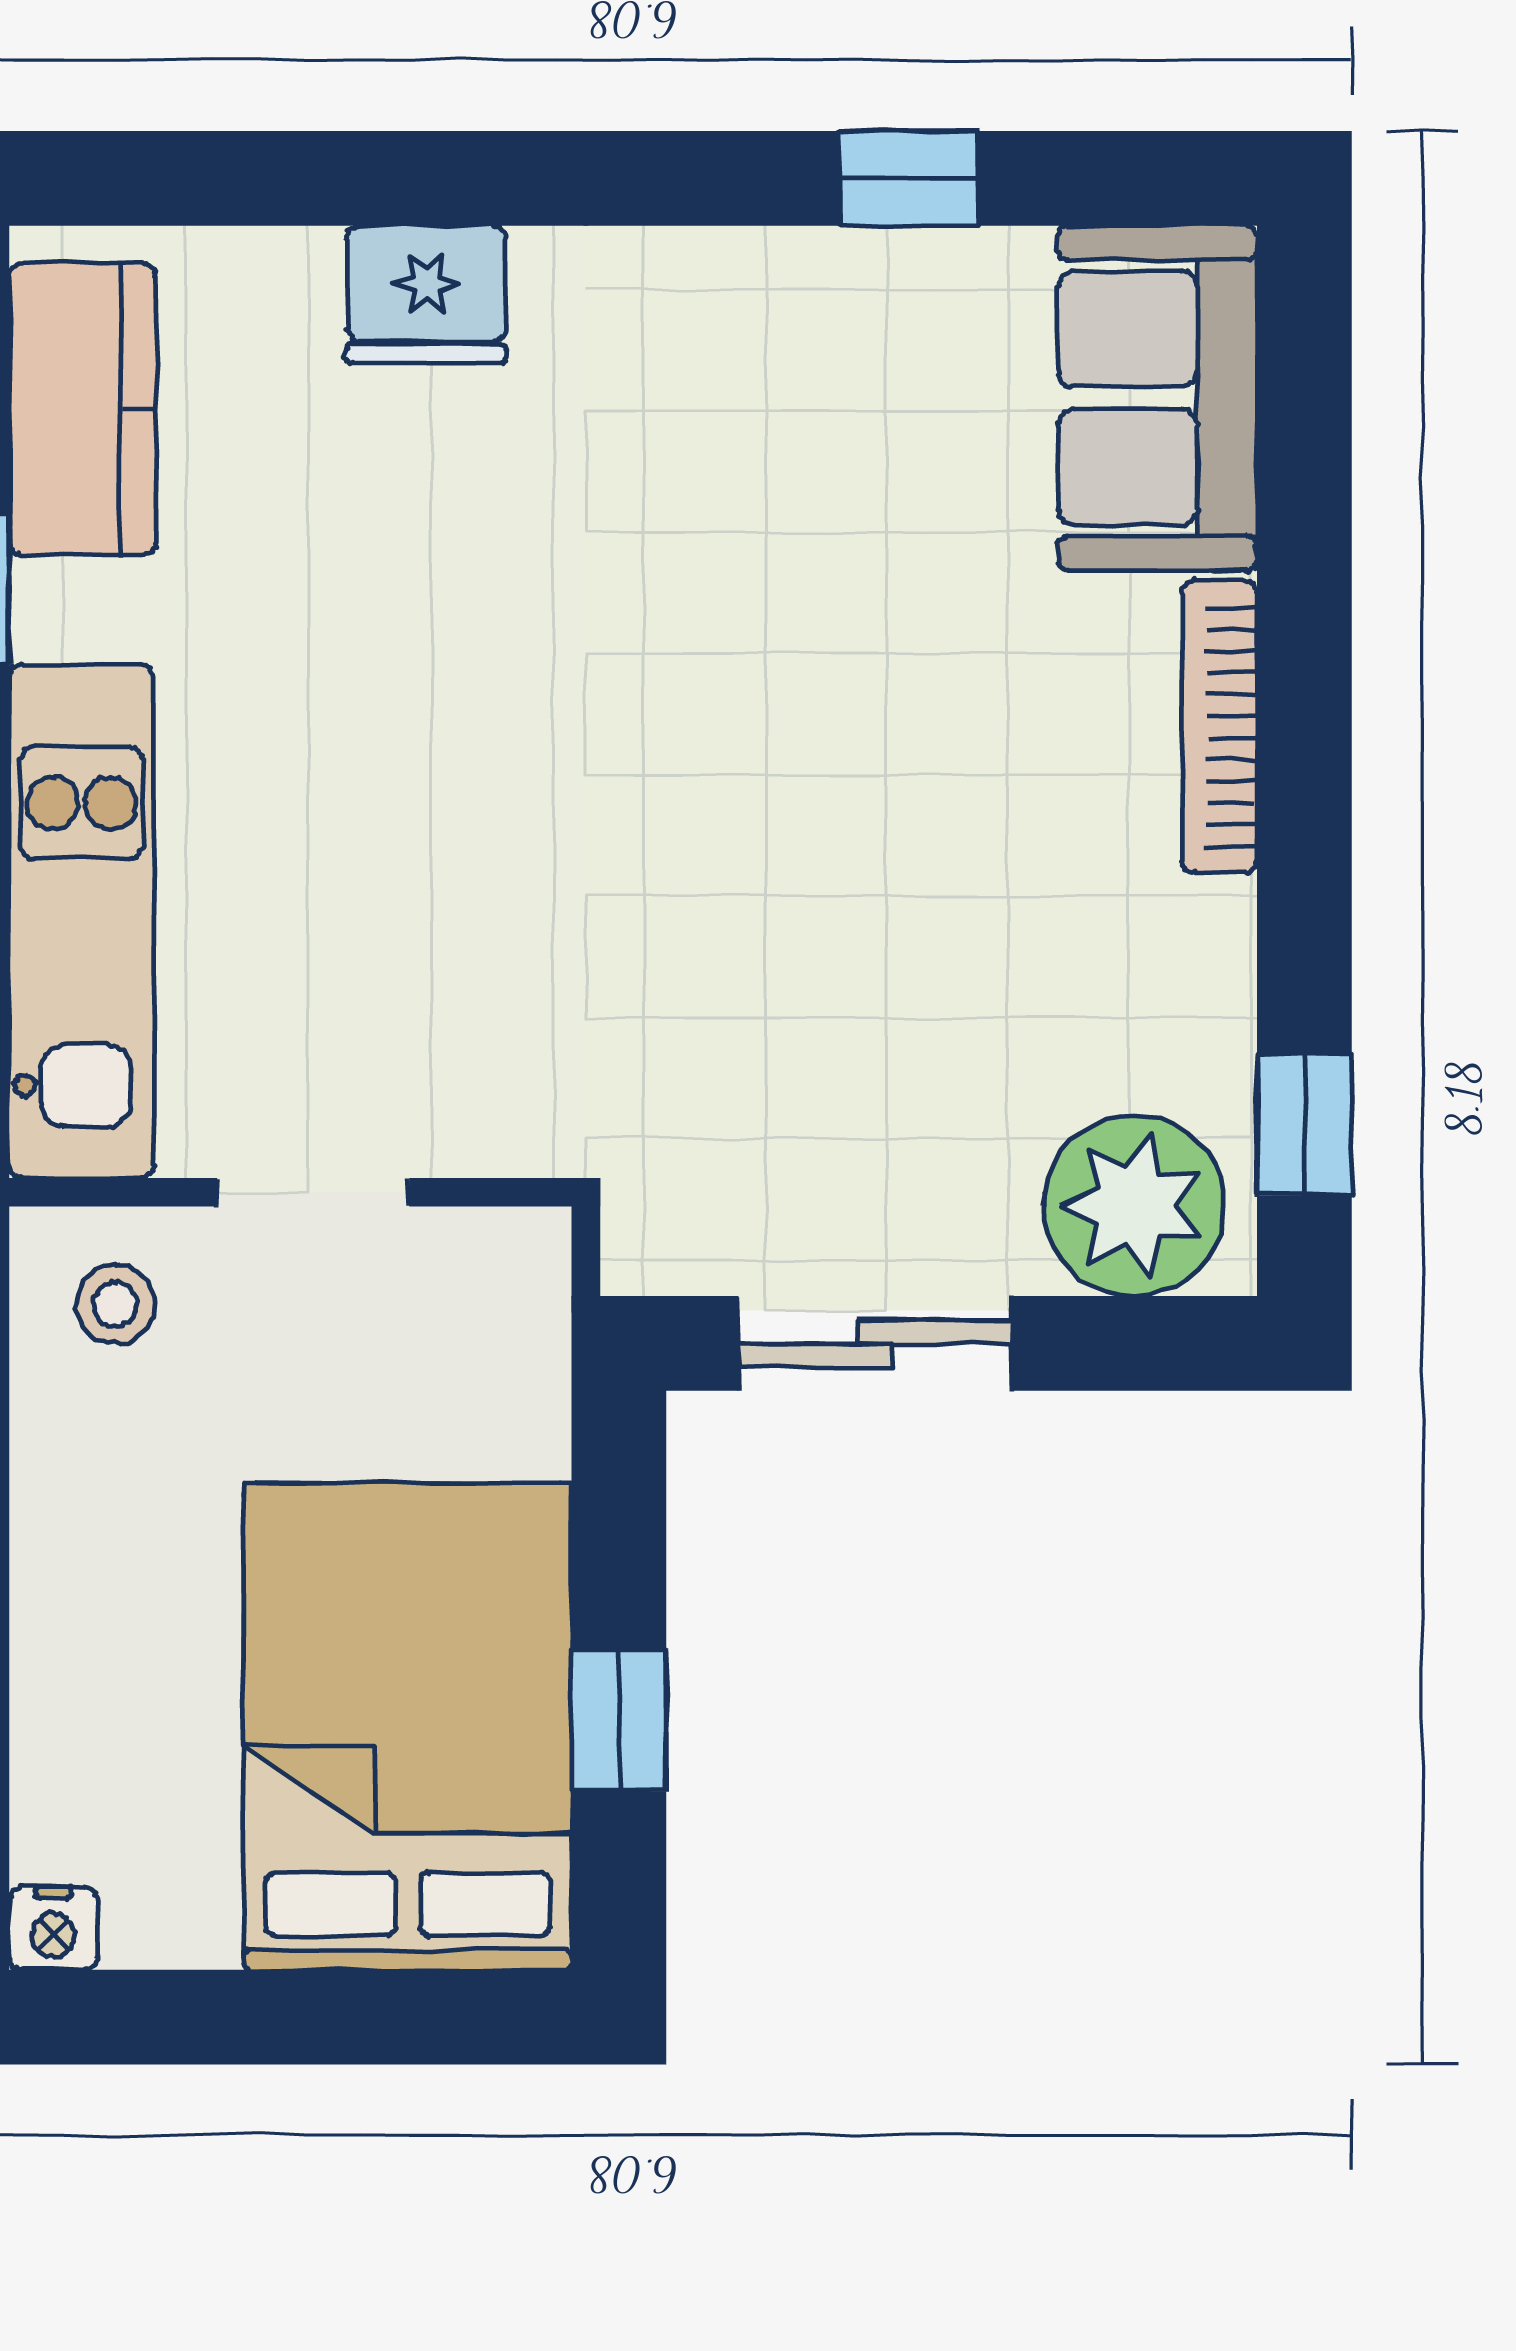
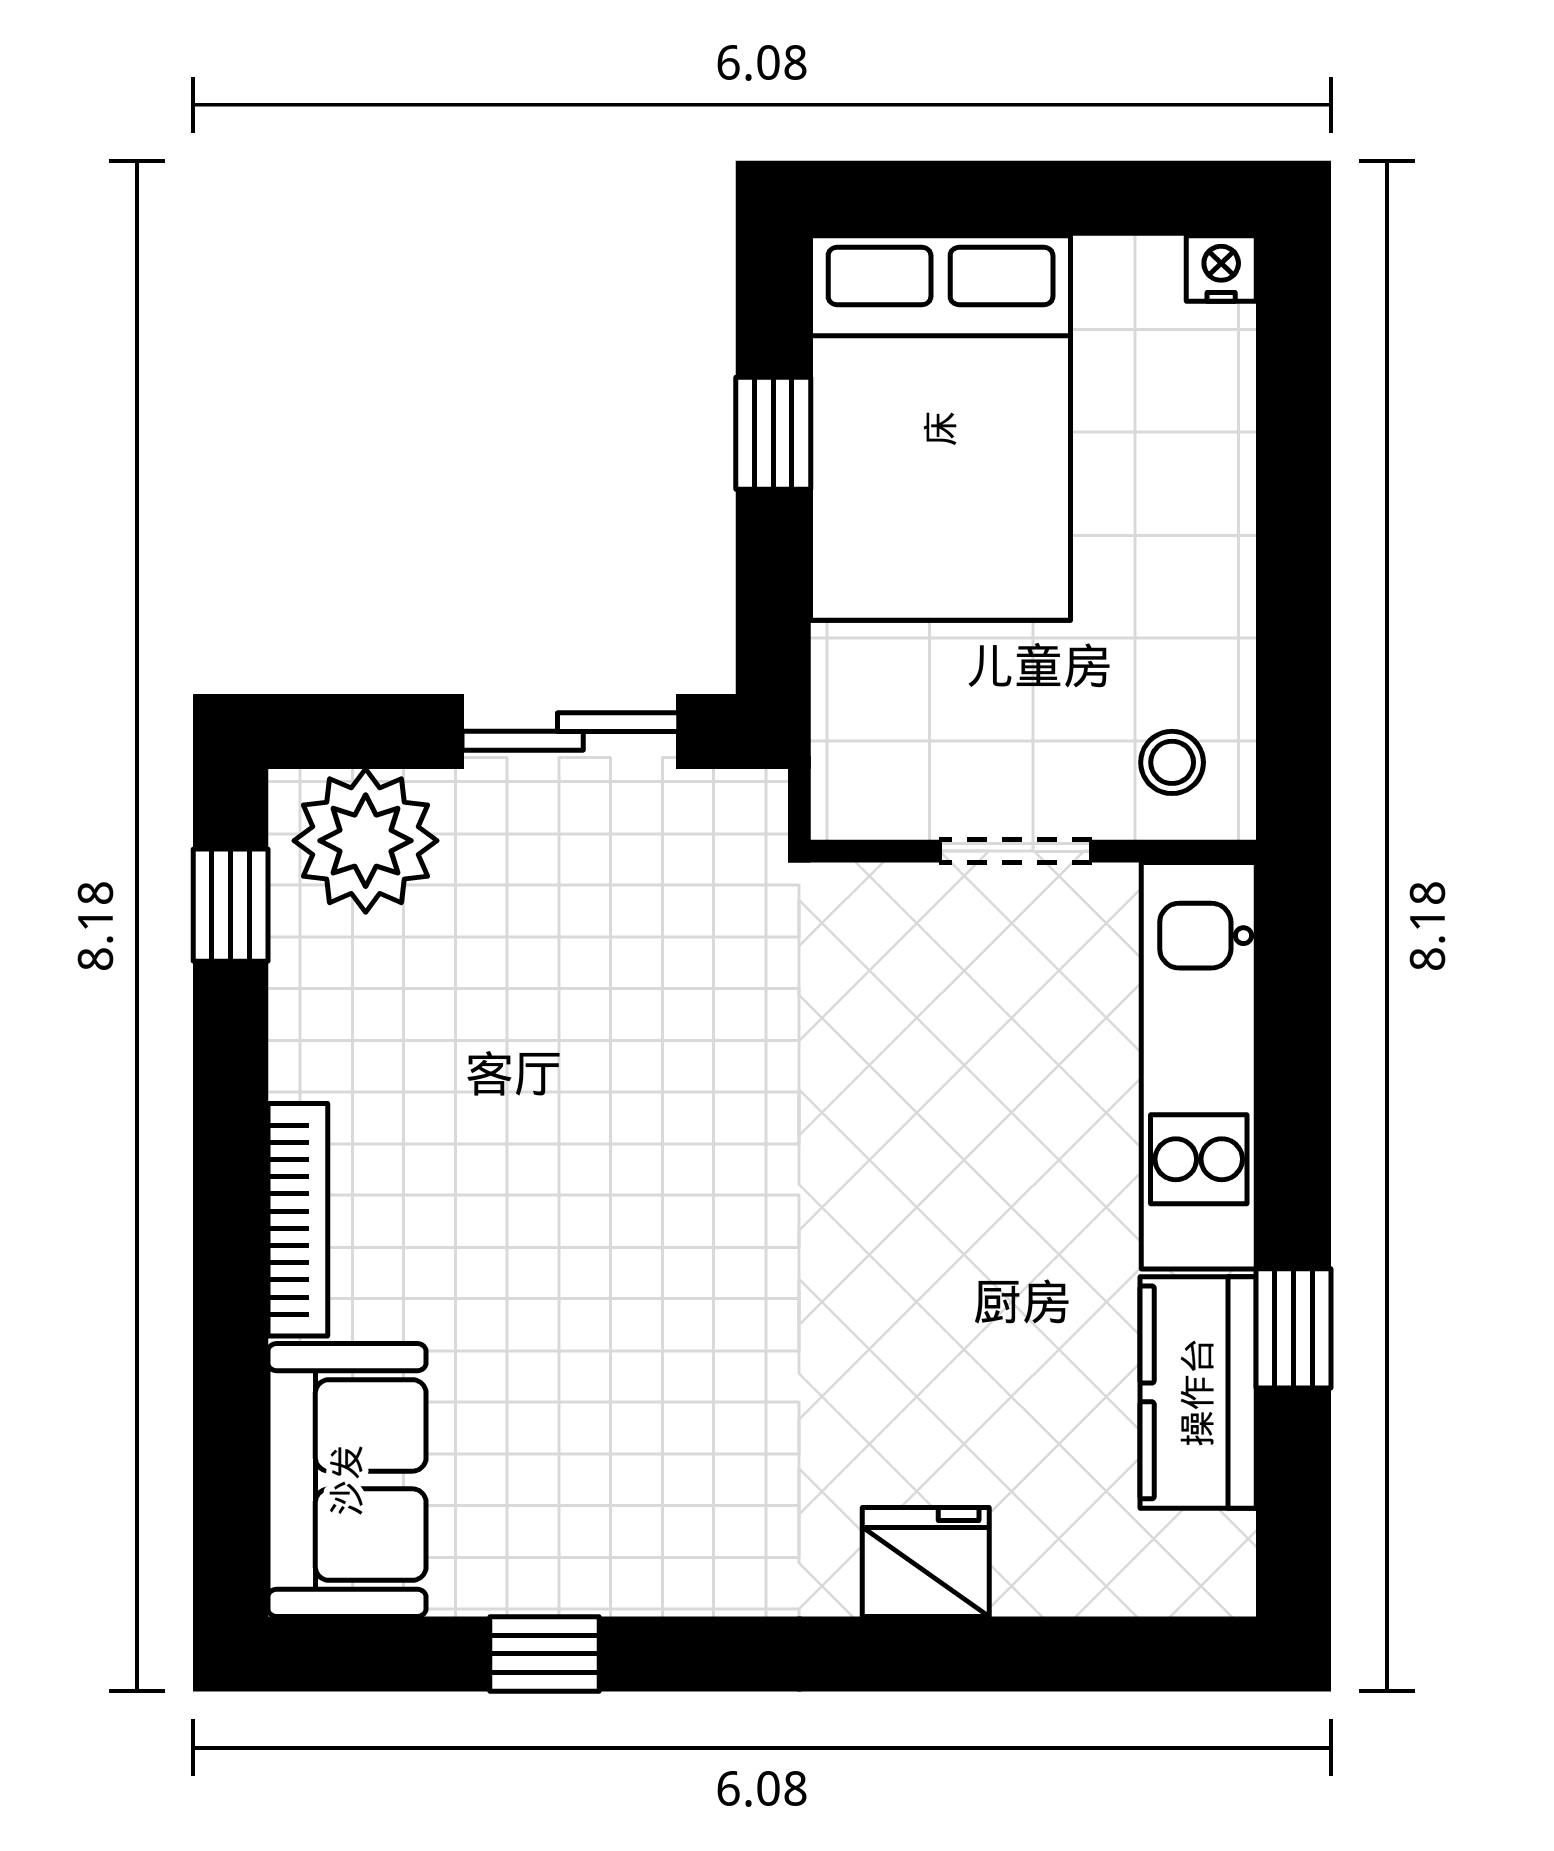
kitchen counter: (82, 409) -> (1198, 1392), moved

